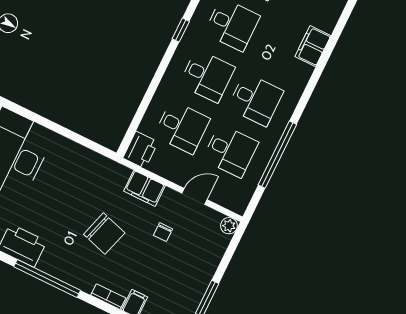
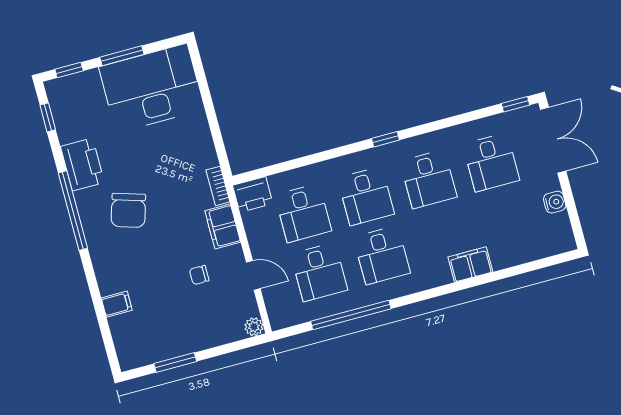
chair: (104, 234) -> (128, 210), moved
bookcase: (108, 297) -> (218, 186), moved, turned 180

